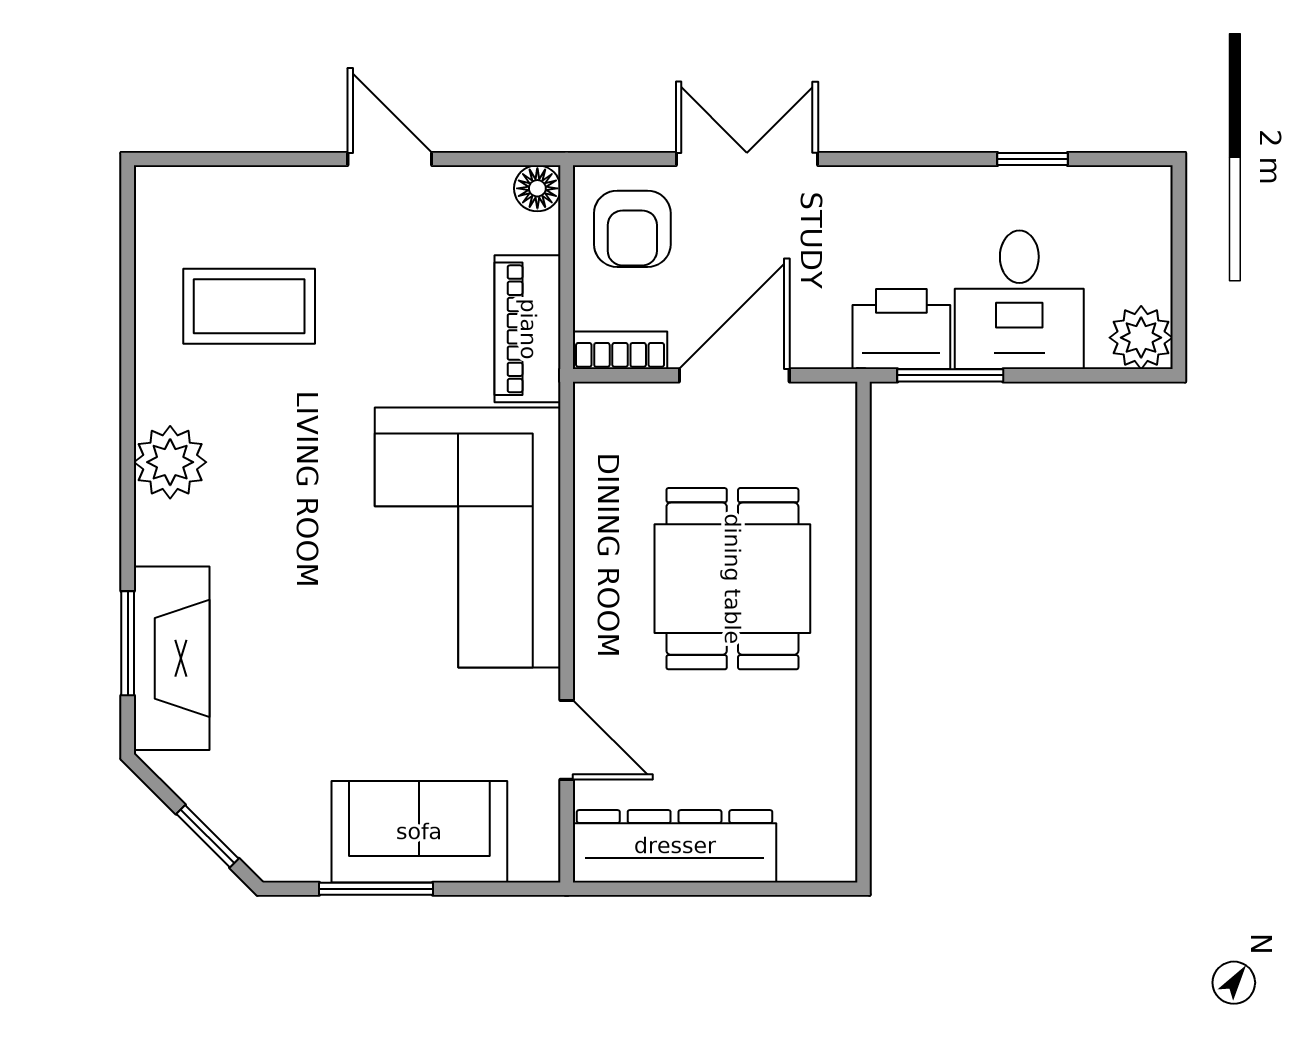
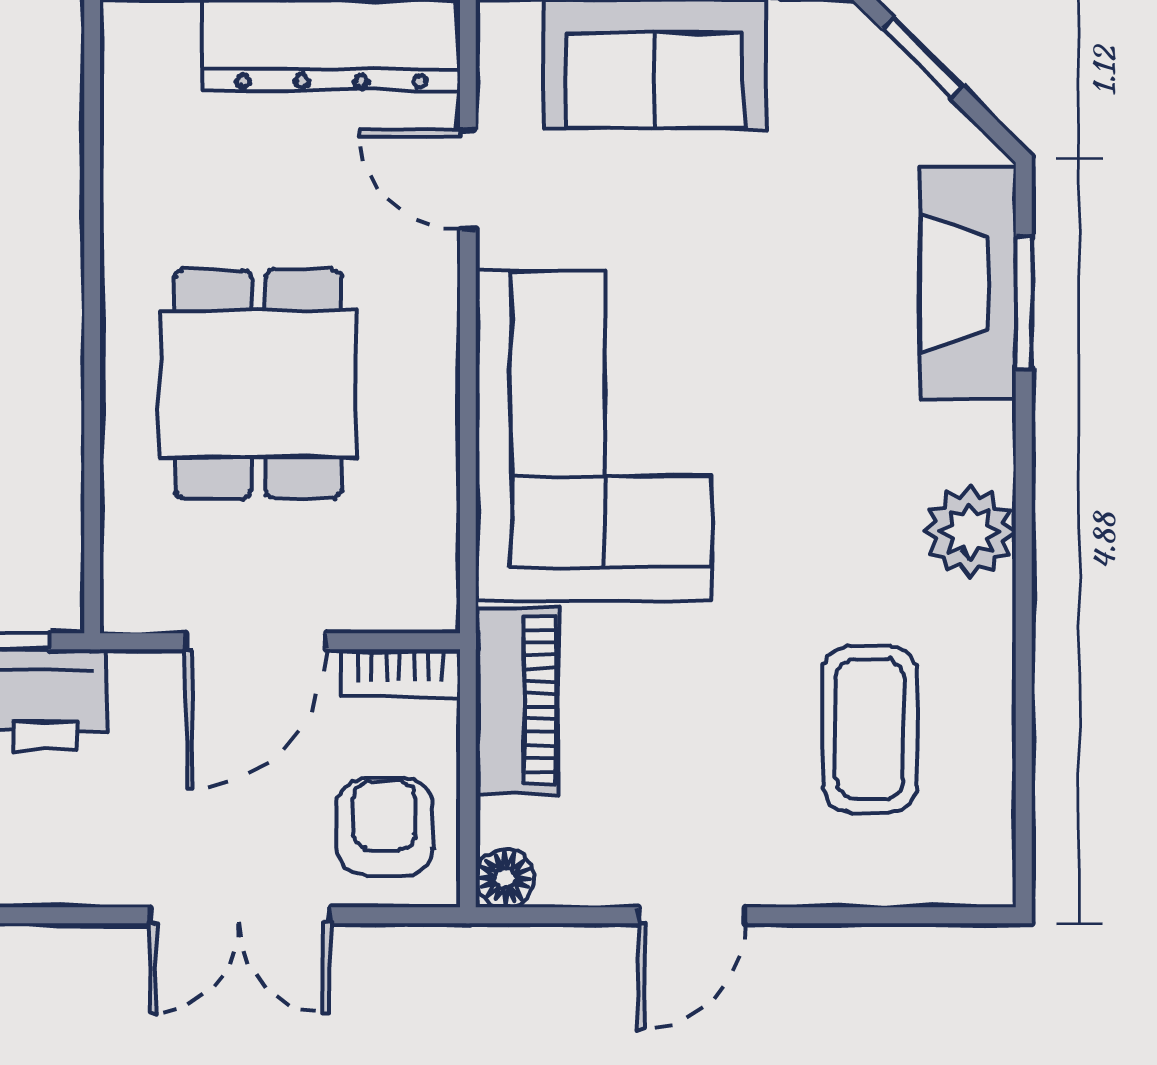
door: (390, 159) -> (692, 915), hinge flipped
coffee table: (249, 306) -> (870, 729), turned 90

